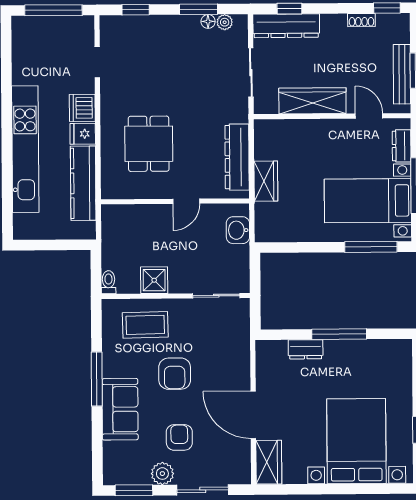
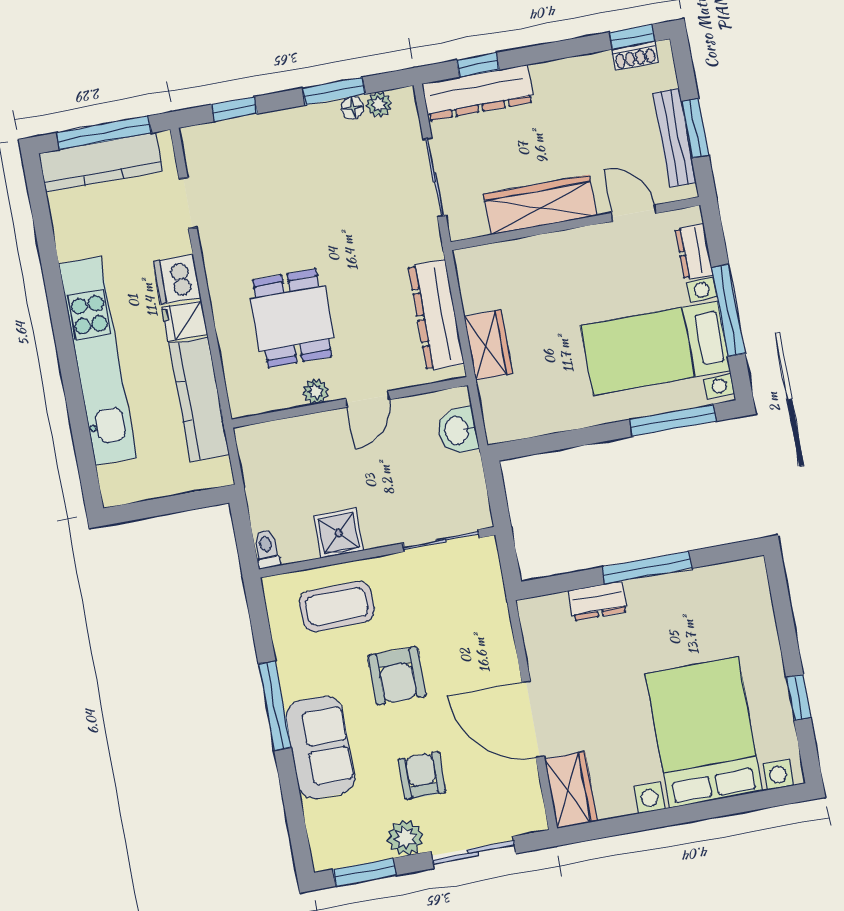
shoe rack: (361, 20) -> (635, 56), moved
kitchen counter: (48, 28) -> (100, 162), added
plant: (155, 191) -> (316, 391), added

